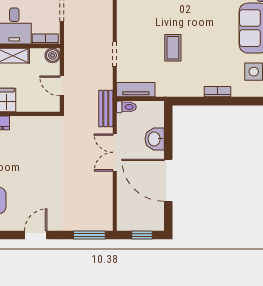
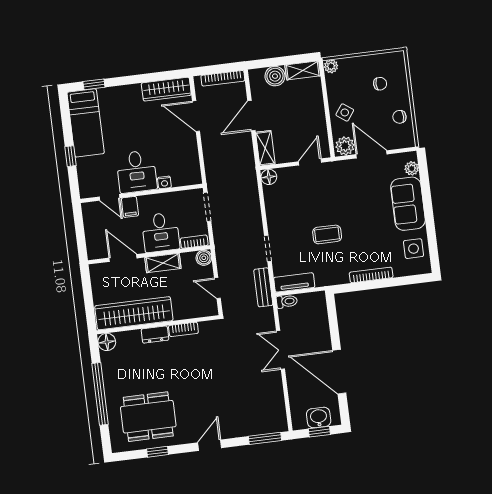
coffee table: (173, 48) -> (327, 234), turned 90
bookcase: (217, 92) -> (371, 275), width x1.56
bench: (106, 109) -> (263, 287), moved
bookcase: (25, 121) -> (183, 329), added
washbasin: (155, 139) -> (319, 418), moved, turned 90

